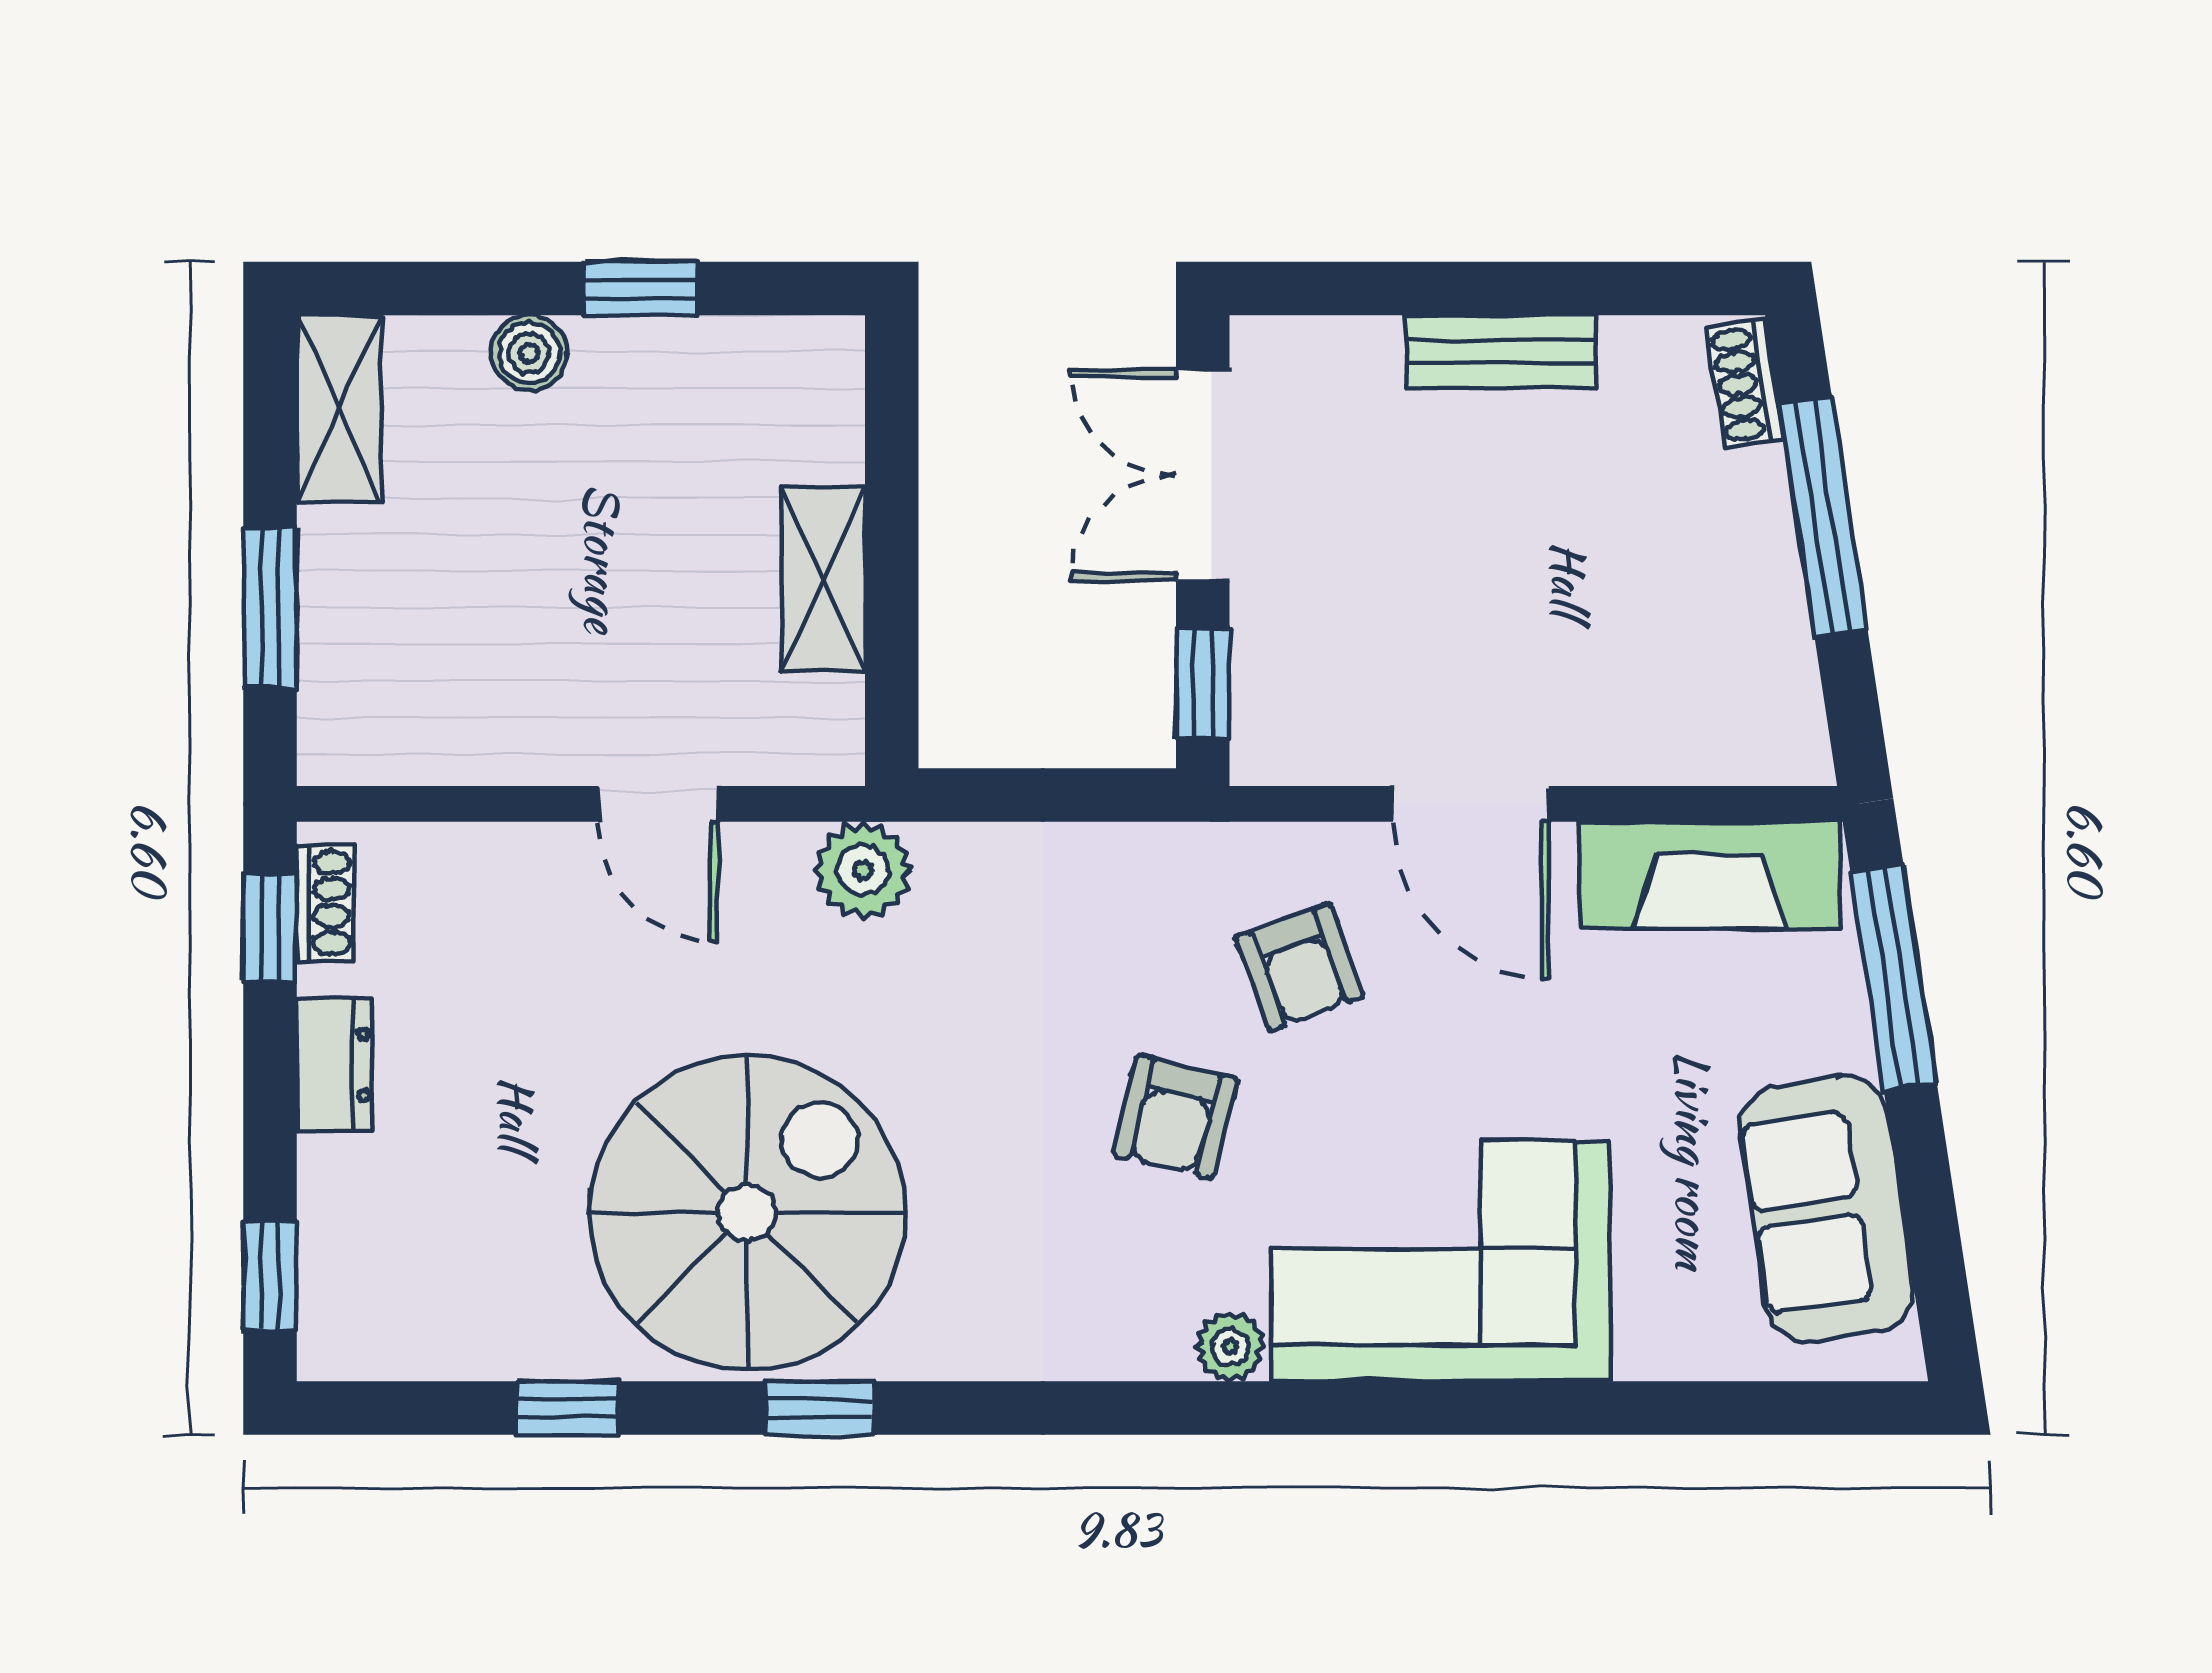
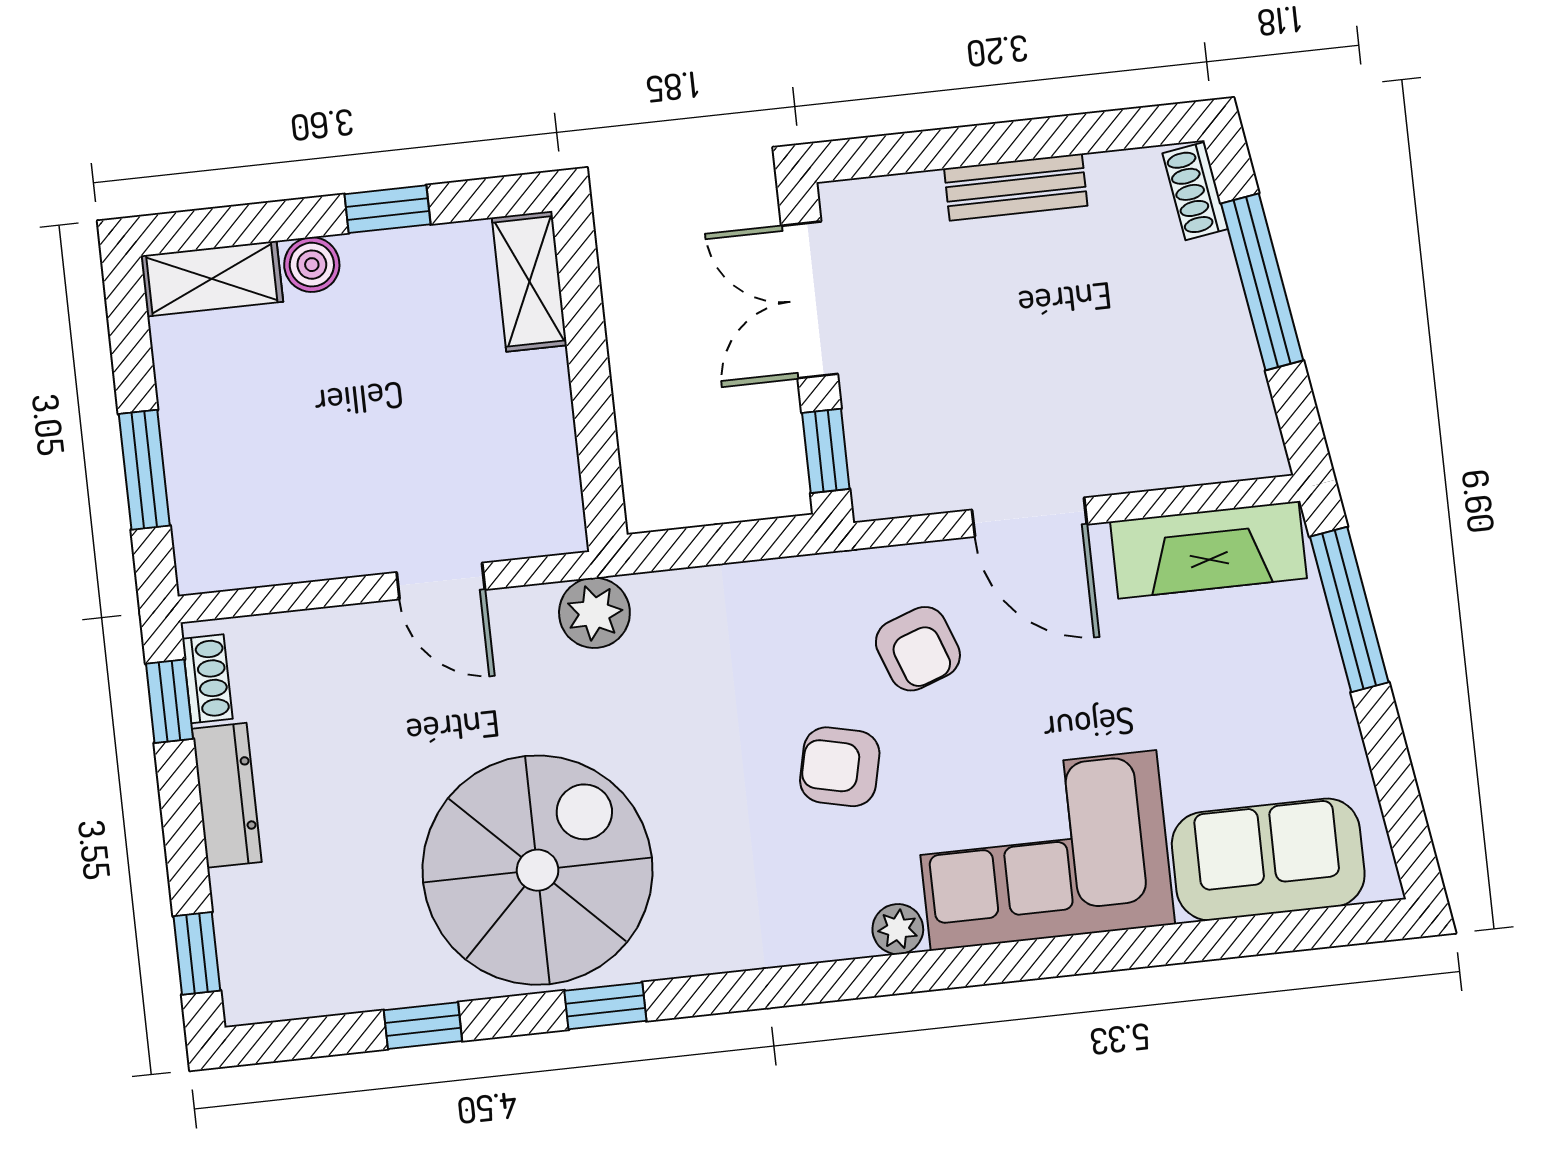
shelving: (339, 409) -> (212, 279), moved, turned 90
shelving: (823, 579) -> (529, 281), moved
dresser: (334, 1065) -> (227, 795), width x1.44
armchair: (1175, 1117) -> (840, 767), turned 89
sofa: (1826, 1209) -> (1268, 859), moved, turned 99

